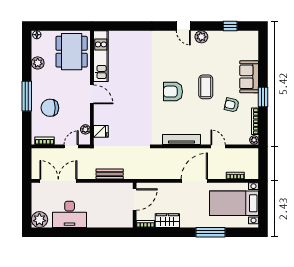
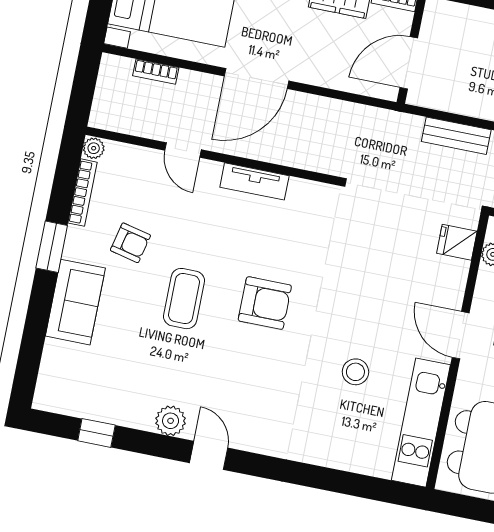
stool: (131, 71) -> (355, 372), added
tv unit: (181, 140) -> (254, 181), width x0.71

